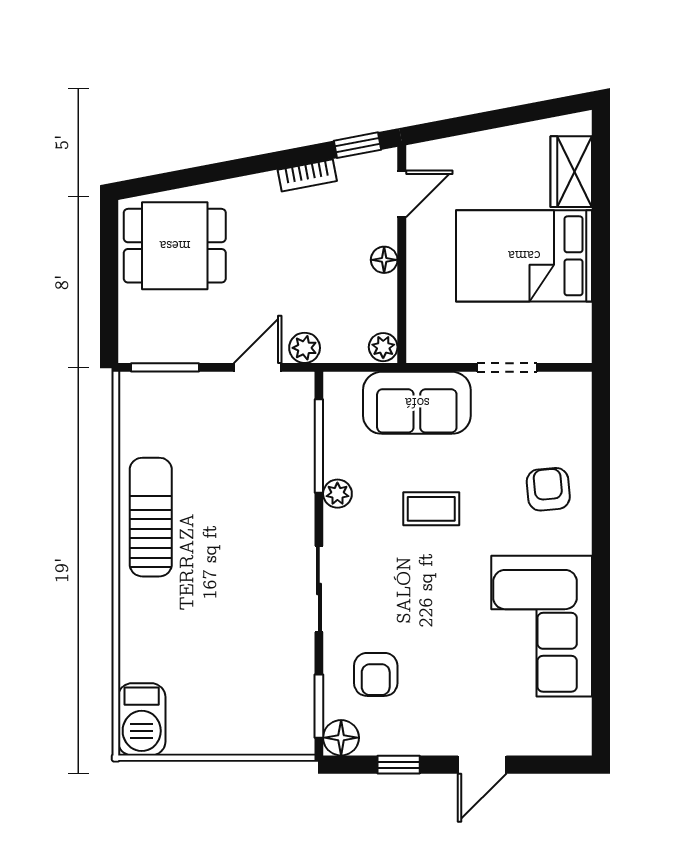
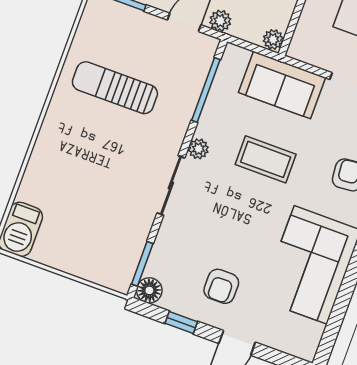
plant: (337, 494) -> (198, 149), moved
coffee table: (431, 509) -> (266, 159), width x1.36, depth x1.30
sun lounger: (151, 517) -> (115, 88), moved, turned -90
armchair: (376, 674) -> (221, 286), moved

